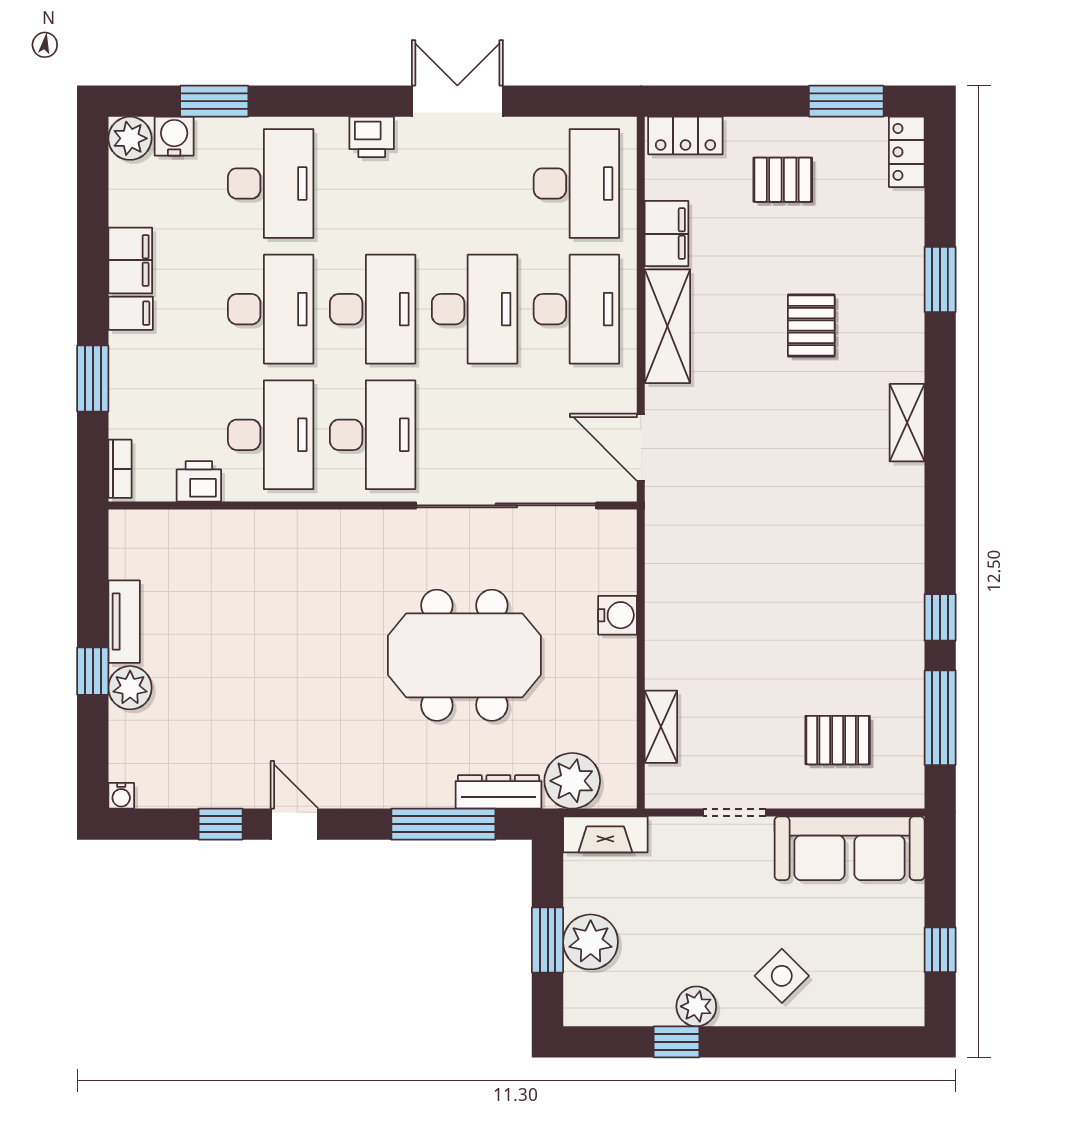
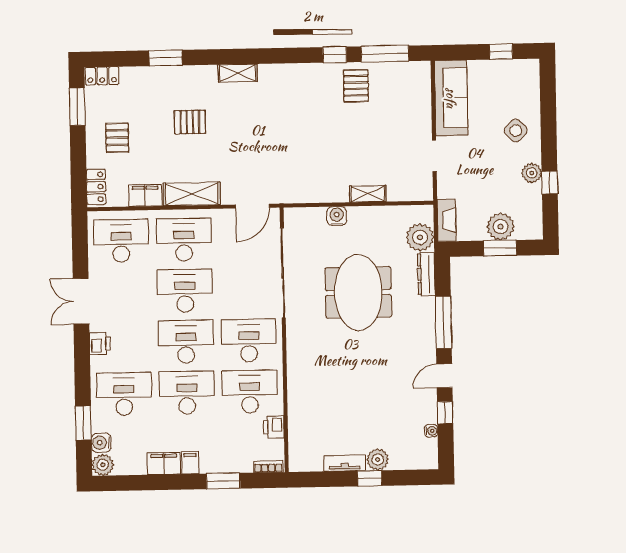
shelving: (661, 727) -> (368, 194), moved
pallet: (838, 740) -> (356, 86), moved
water cooler: (121, 796) -> (431, 431), moved
window: (443, 824) -> (443, 322), moved

